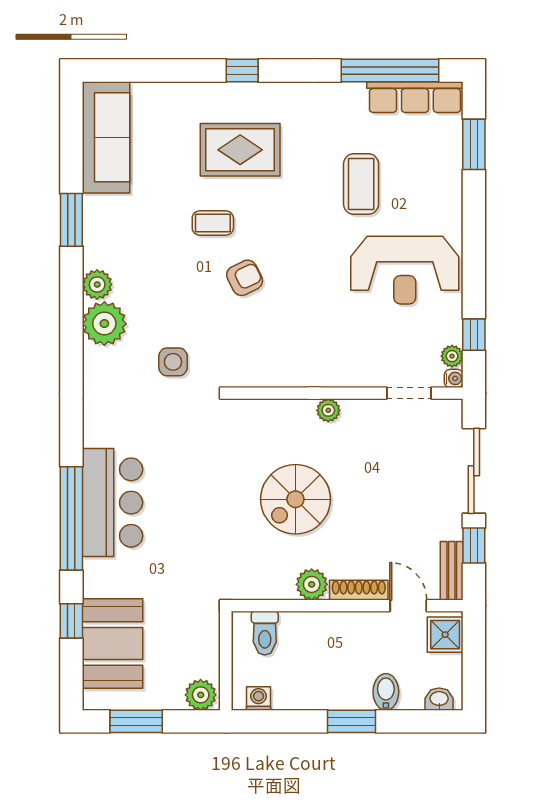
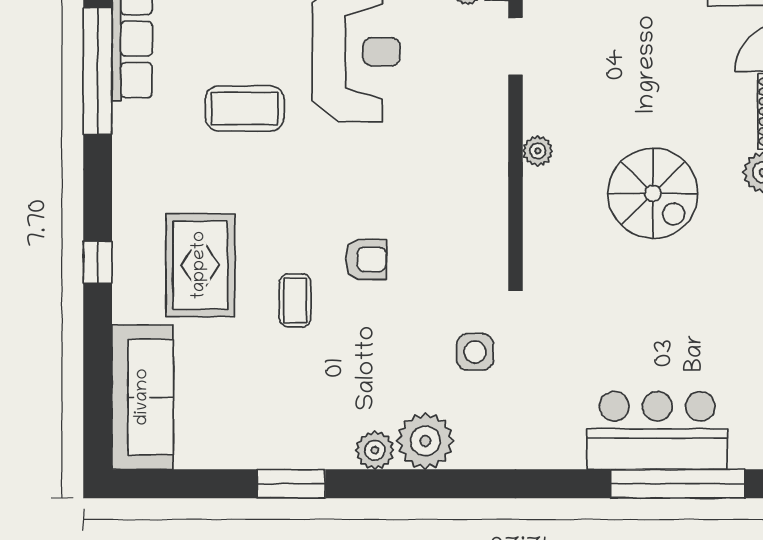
sofa: (106, 137) -> (143, 397), moved, turned 90
armchair: (245, 278) -> (366, 259), turned 116

